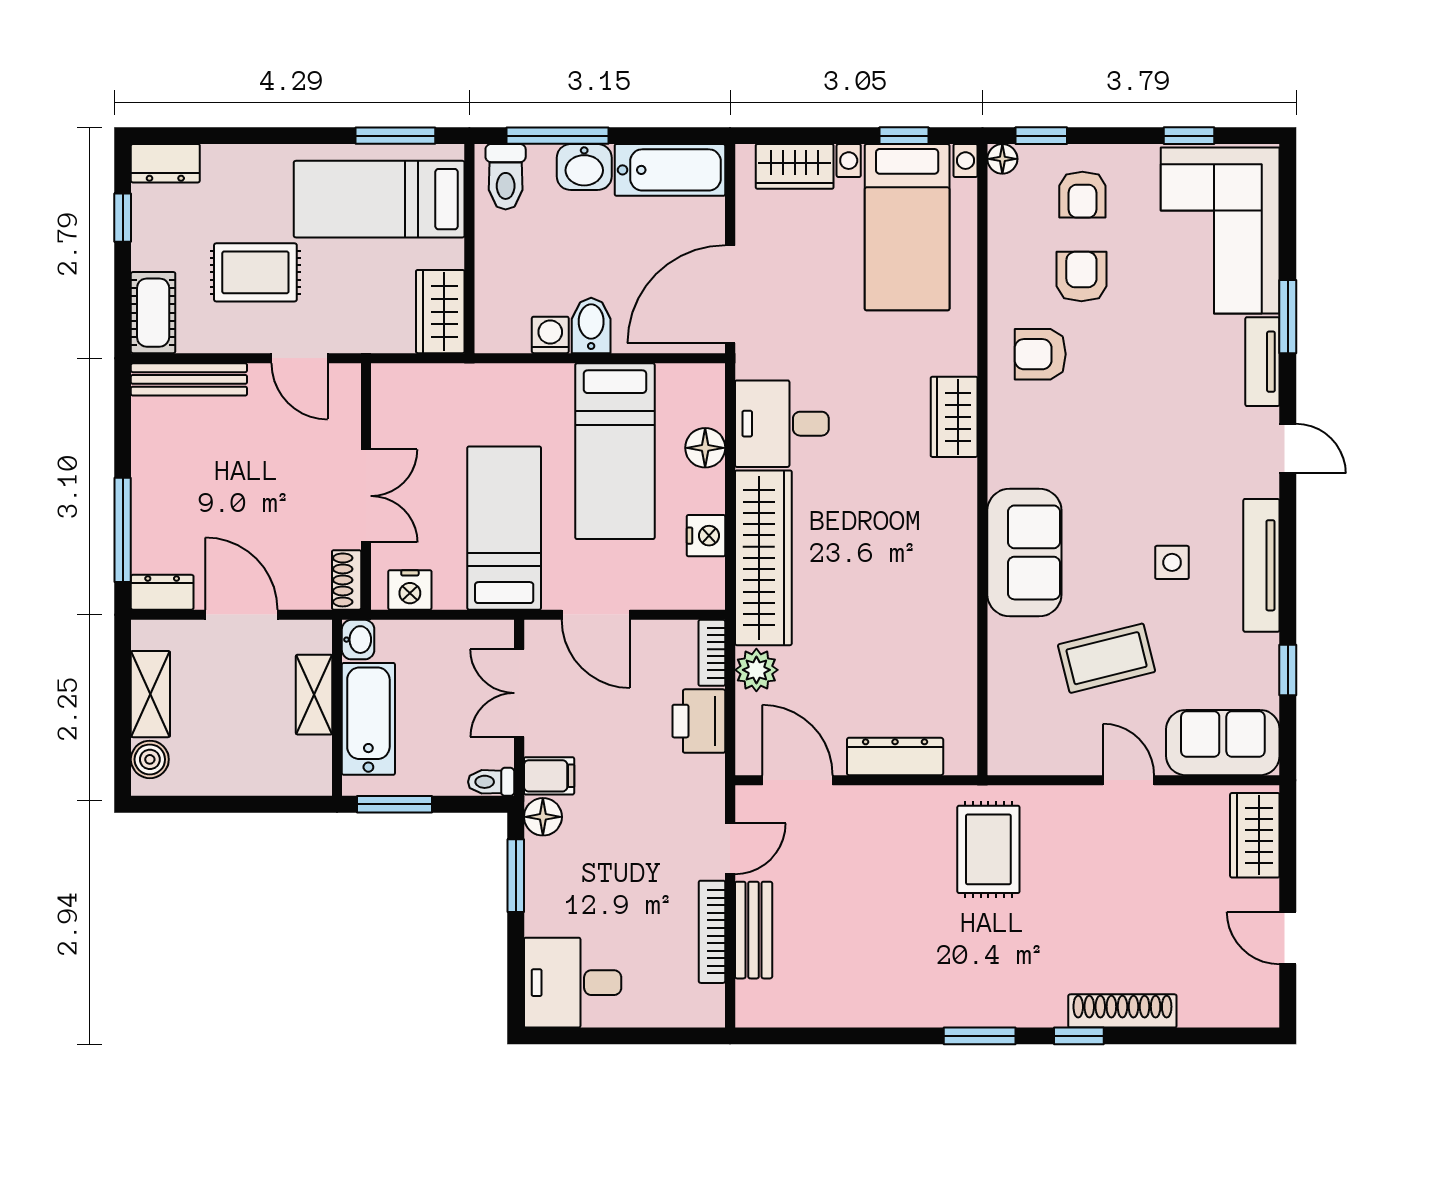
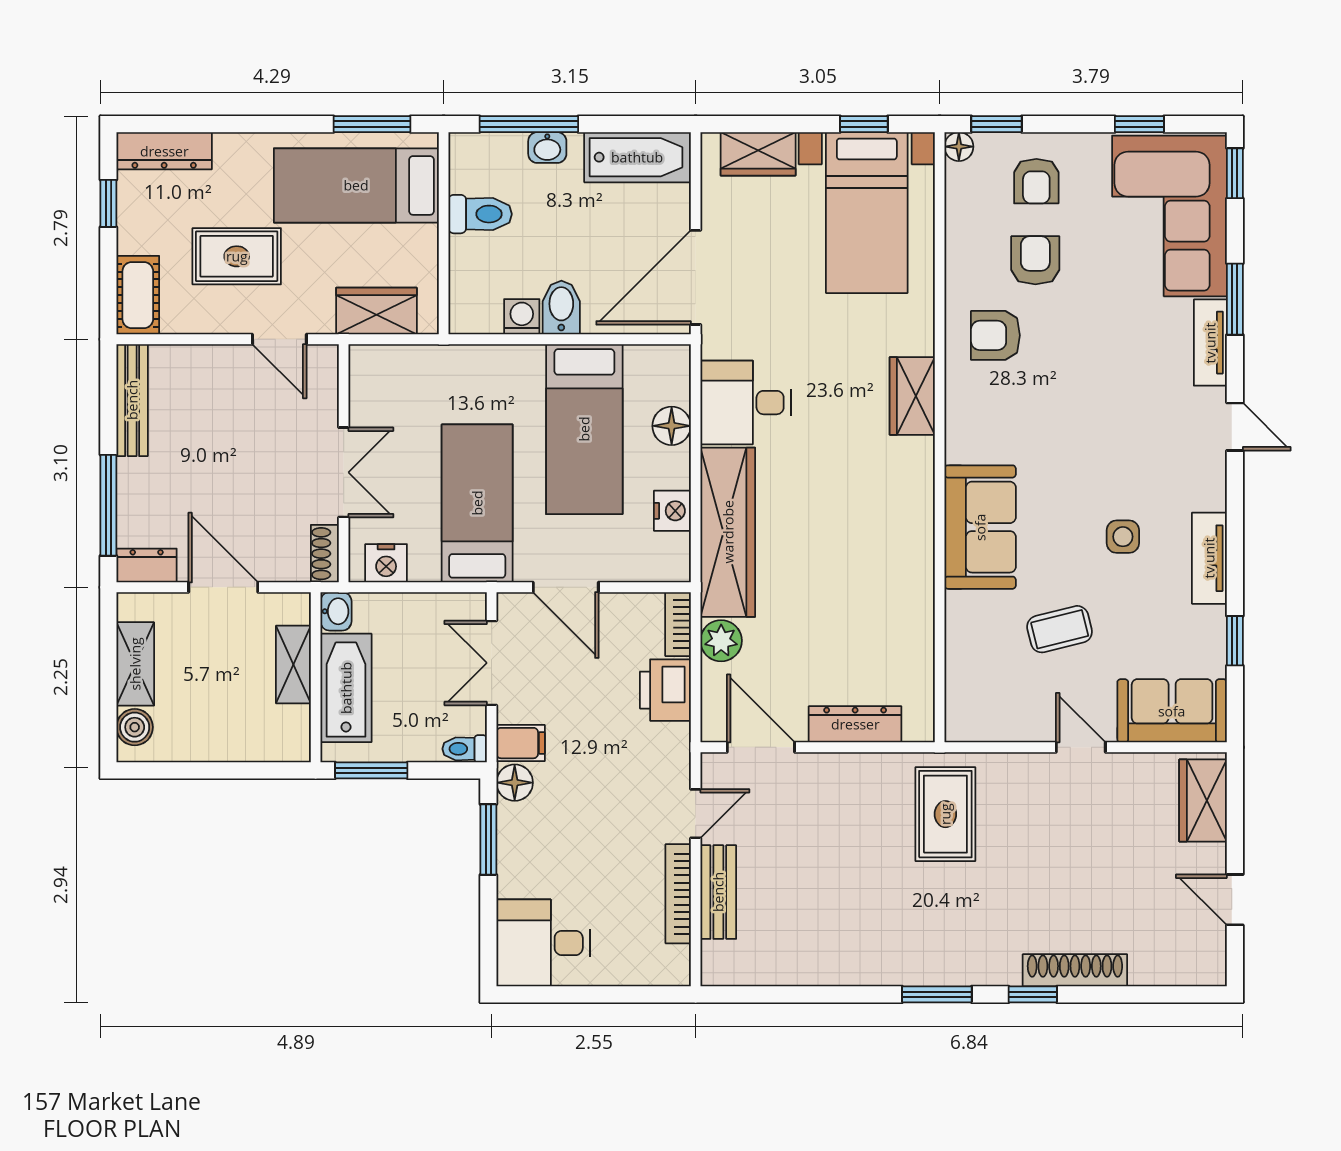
dresser: (165, 163) -> (164, 151), width x1.44
washbasin: (584, 167) -> (547, 148), width x0.72, depth x0.69
toilet: (506, 177) -> (480, 214), moved, turned -90
window: (1288, 187) -> (1235, 173), added
wardrobe: (440, 312) -> (376, 311), moved, turned 90
bench: (189, 379) -> (132, 400), moved, turned 90
tv unit: (1261, 565) -> (1209, 558), width x0.71
coffee table: (1107, 658) -> (1060, 629), width x0.73, depth x0.77

